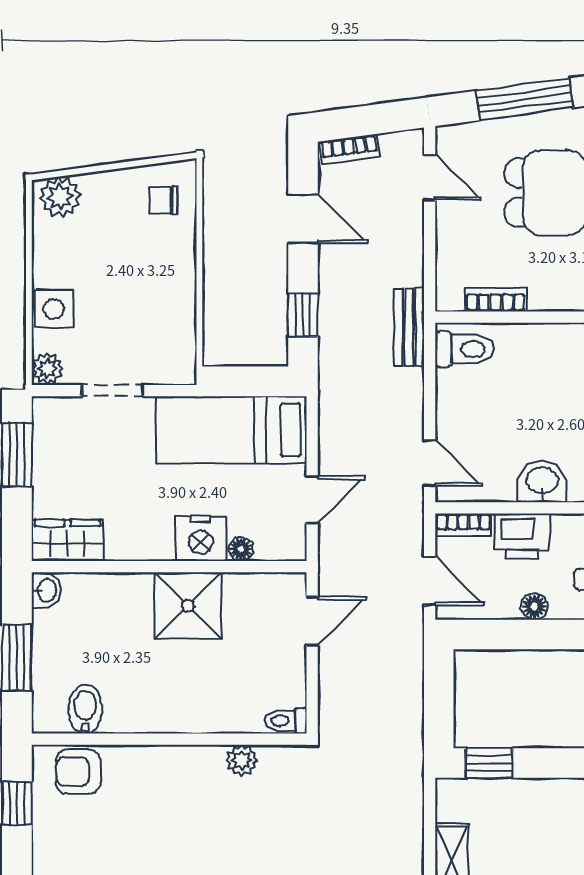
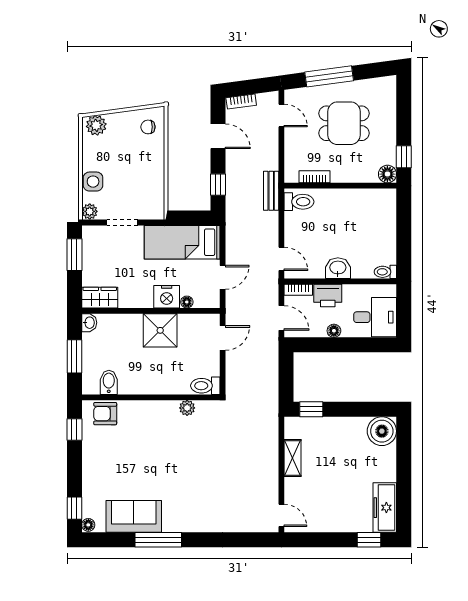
toilet: (286, 721) -> (205, 386), width x1.37, depth x1.39

